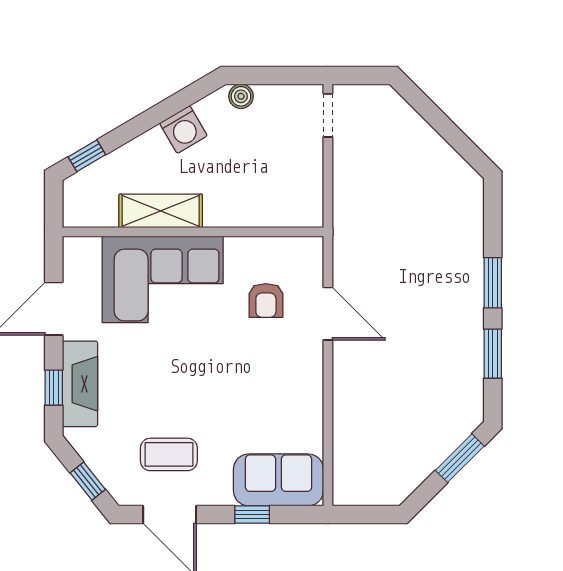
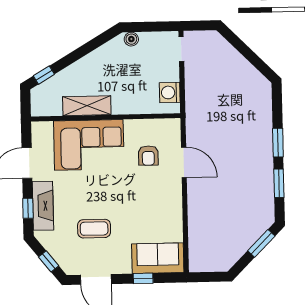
washing machine: (183, 129) -> (170, 92), moved, turned 120
coffee table: (169, 454) -> (94, 229), moved

